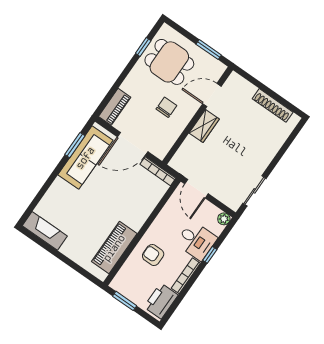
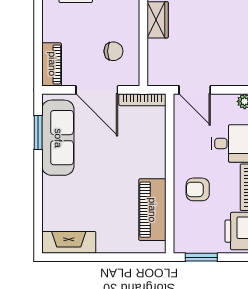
chair: (166, 107) -> (113, 51), moved, turned 90
door: (133, 144) -> (97, 90), hinge flipped

